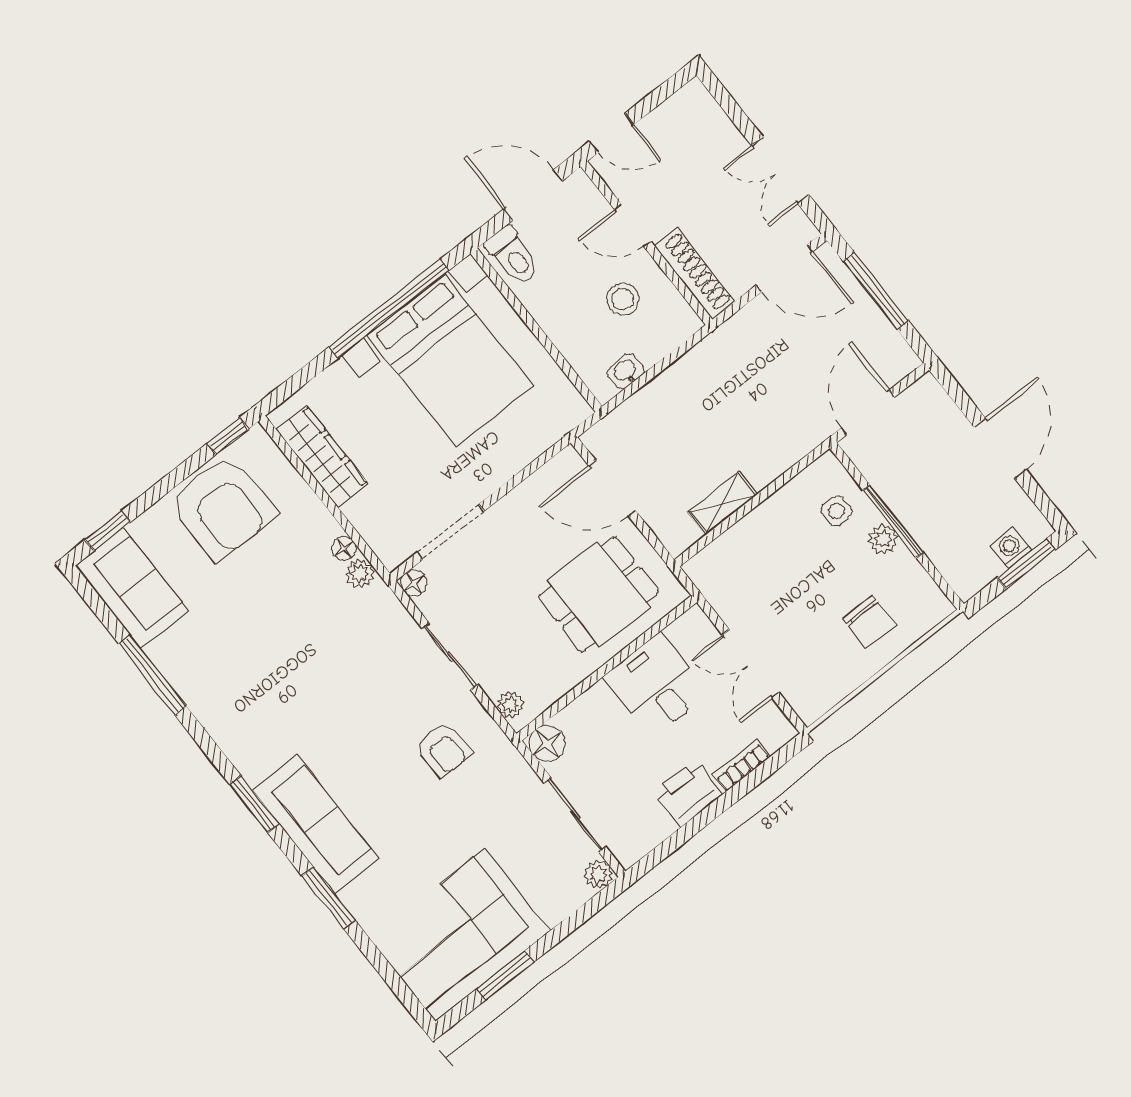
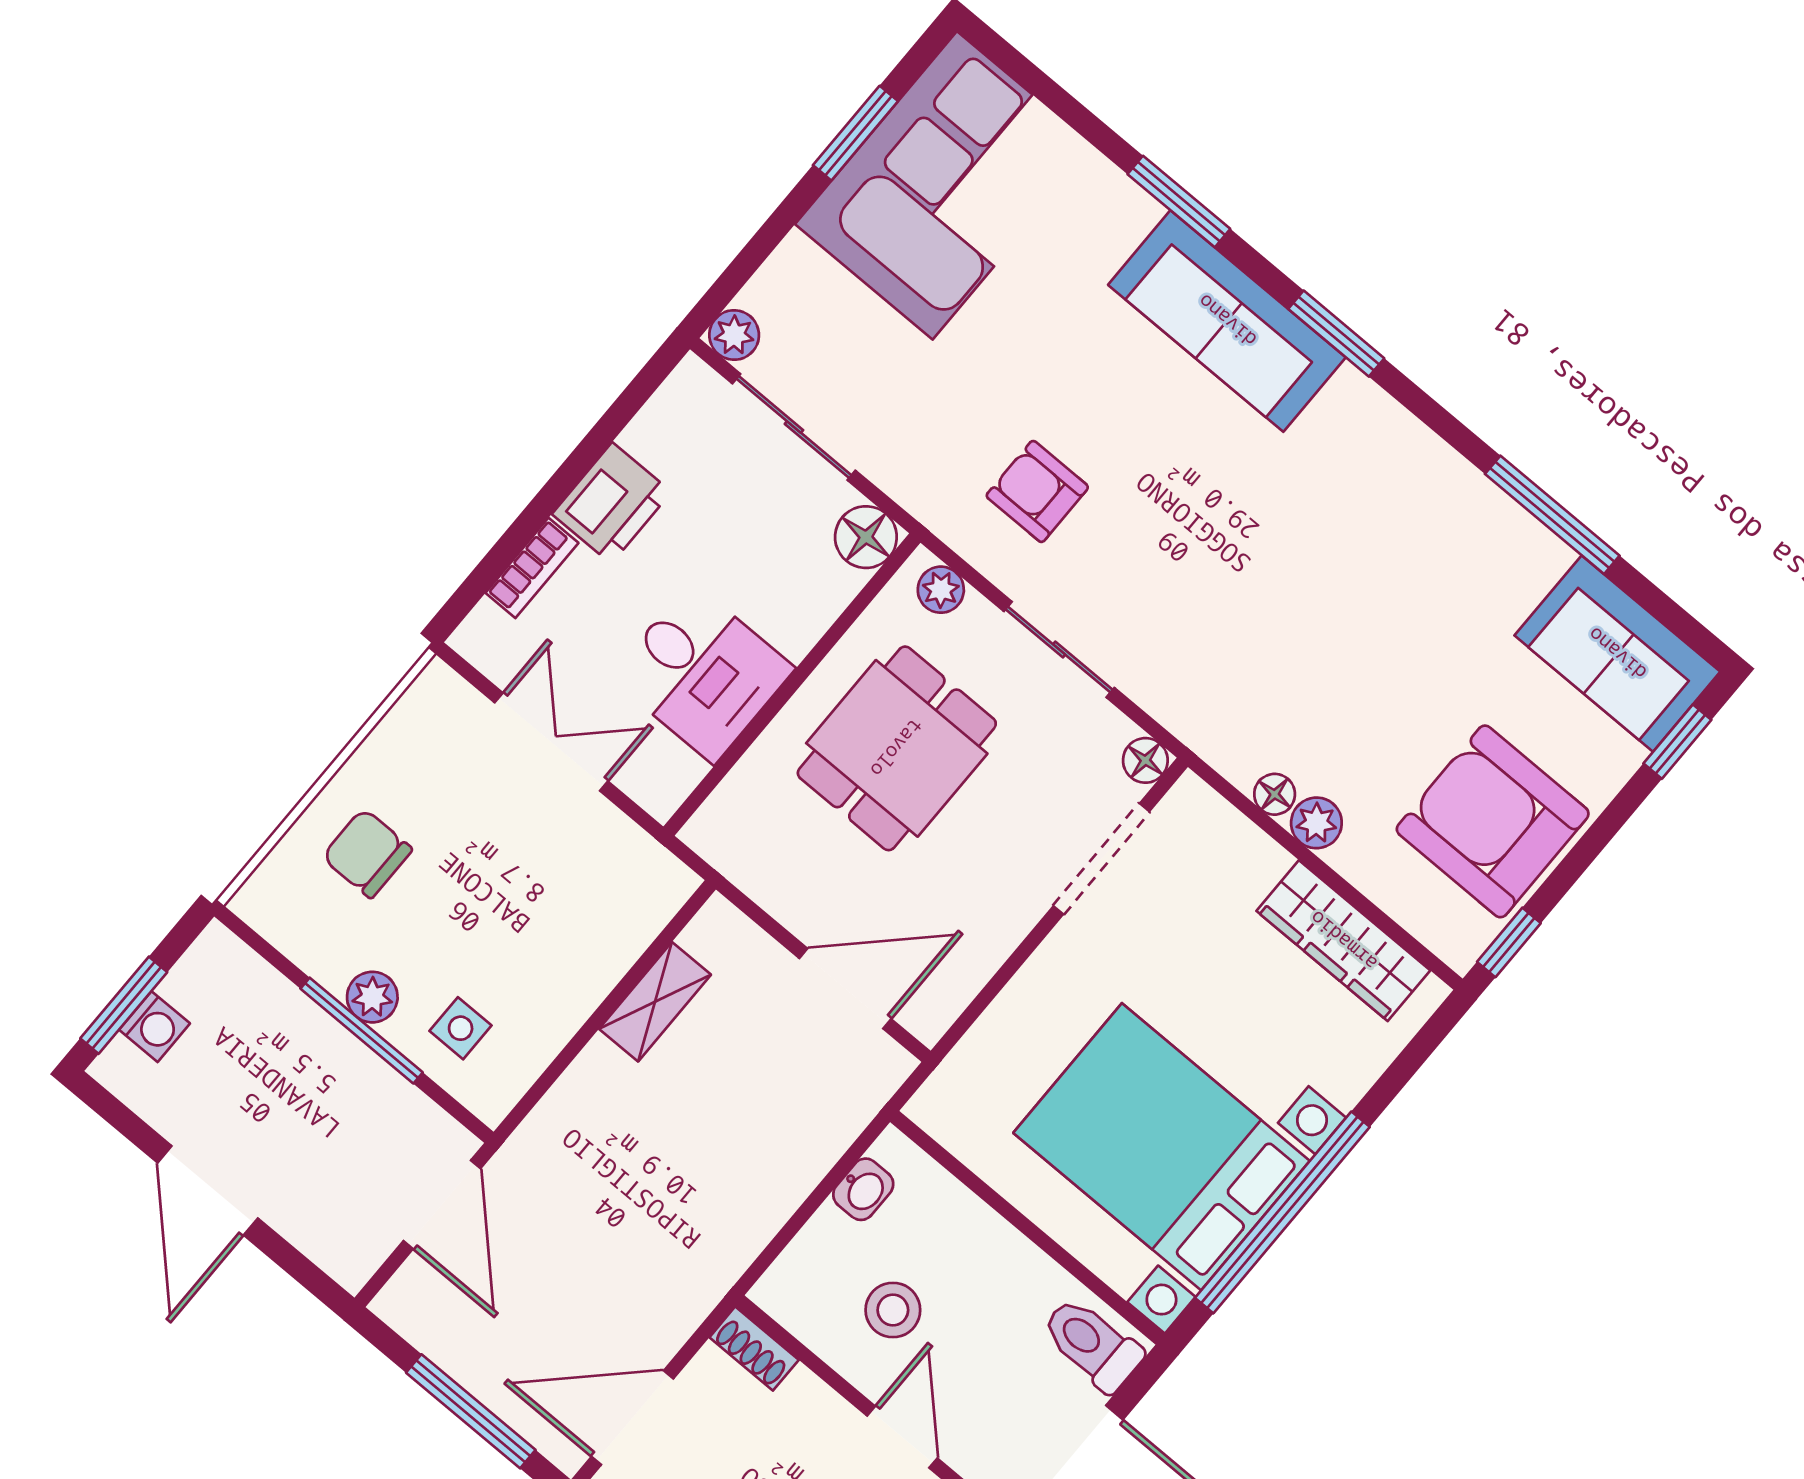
door: (633, 225) -> (902, 1437), hinge flipped
shoe rack: (695, 274) -> (754, 1349), width x0.51, depth x0.81
plant: (360, 573) -> (1316, 823), moved
dining table: (599, 594) -> (897, 748), moved

